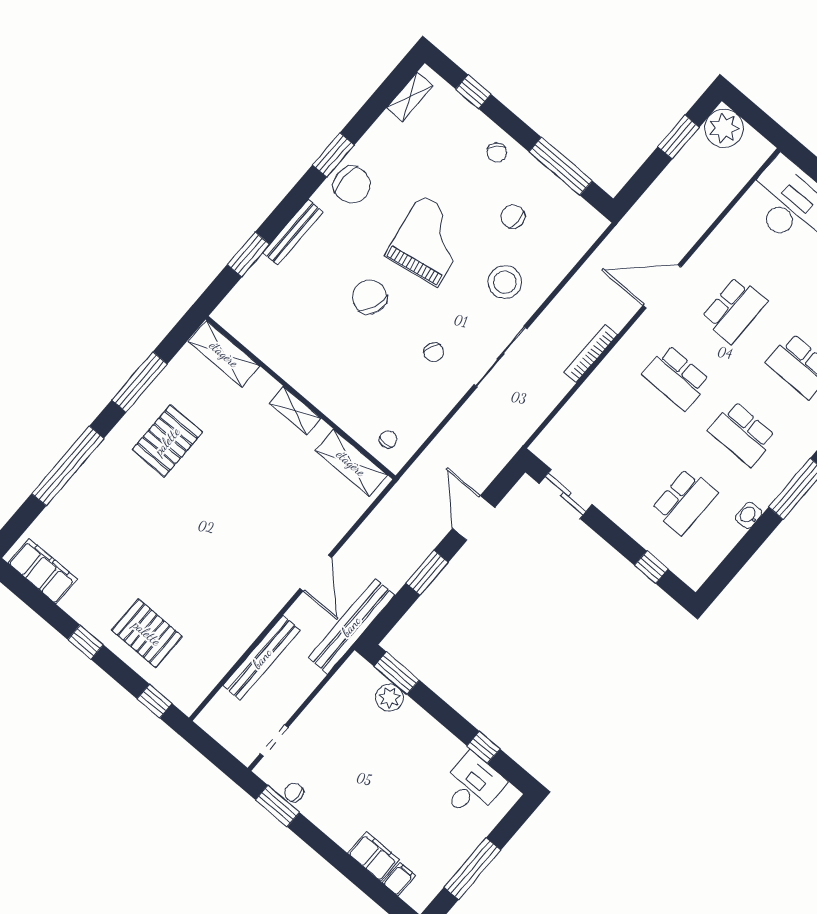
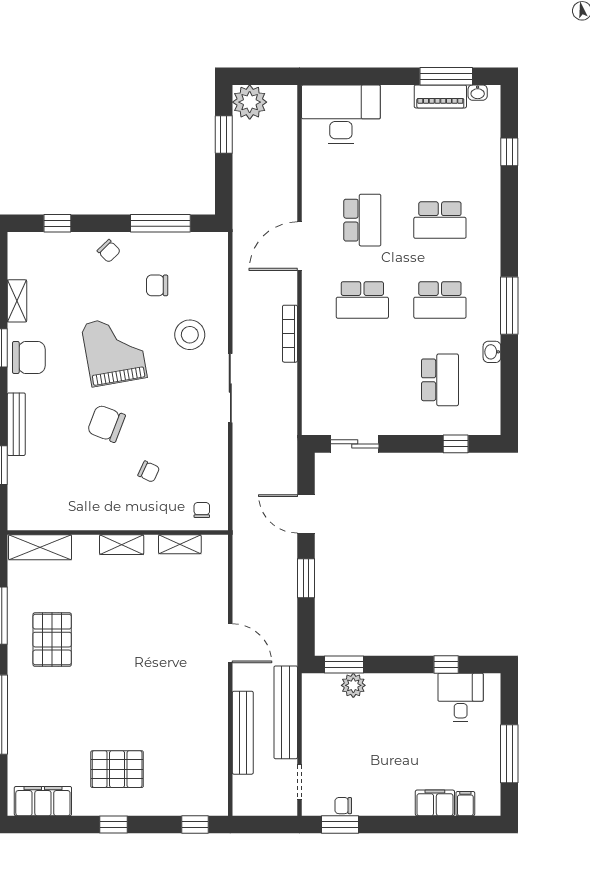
shelving: (410, 97) -> (17, 301), moved
chair: (434, 352) -> (149, 472), moved
shelving: (351, 463) -> (180, 544), width x0.67, depth x0.75
bench: (351, 626) -> (286, 712), moved
pallet: (147, 633) -> (117, 769), moved

